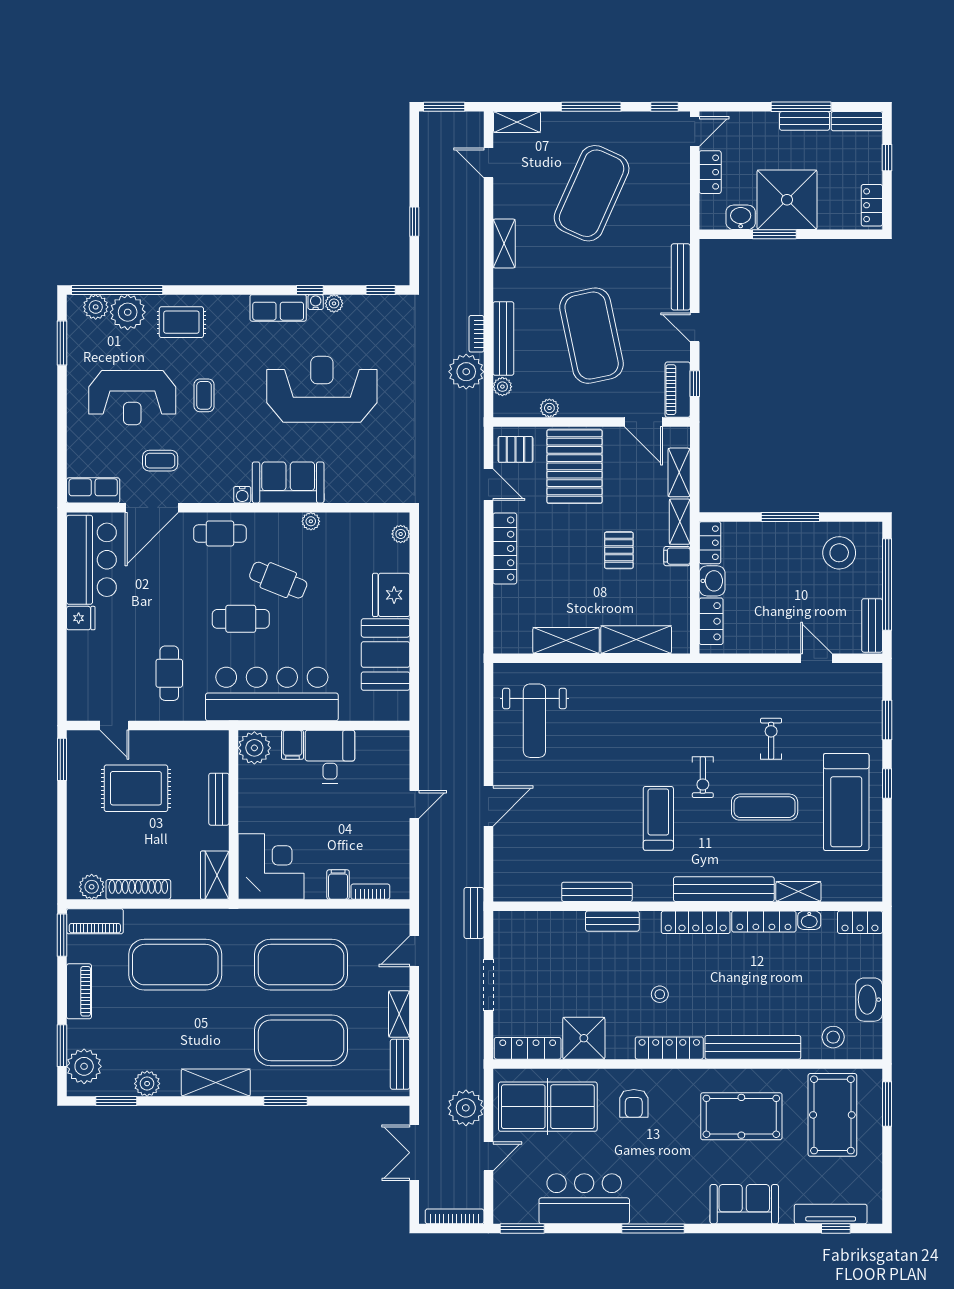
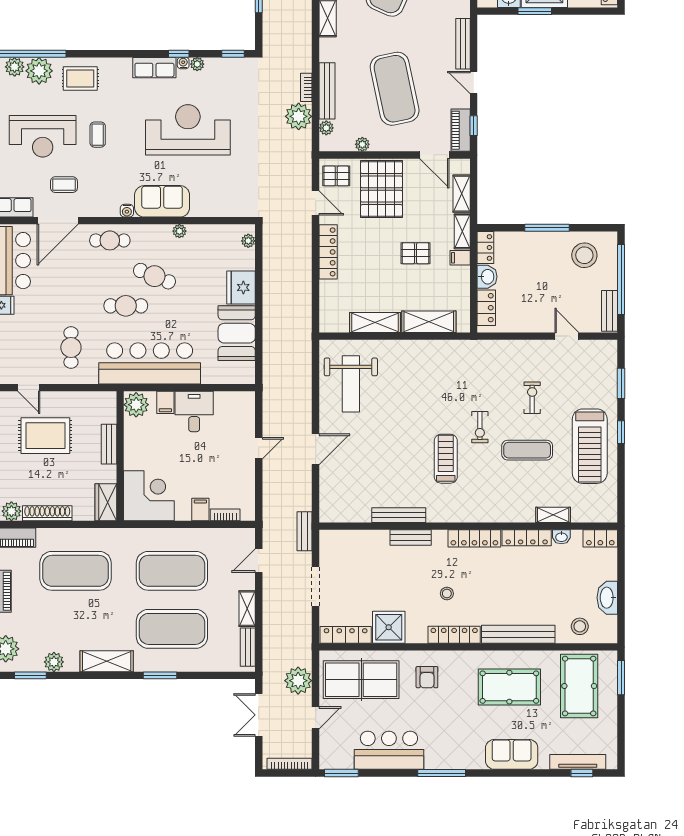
pallet: (619, 550) -> (416, 253), turned 90
bench: (724, 889) -> (496, 513), removed

